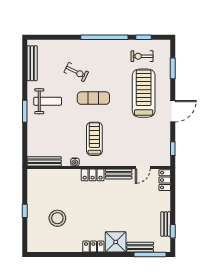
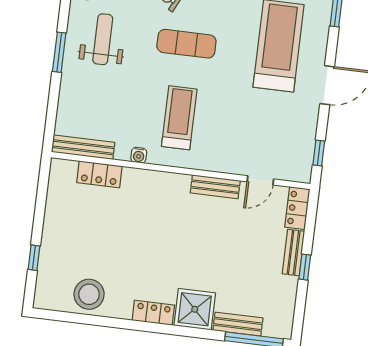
weight bench: (48, 101) -> (103, 39), turned -90
locker: (93, 175) -> (99, 174), moved
window: (25, 211) -> (34, 258), moved
stool: (57, 218) -> (89, 294), moved
bench: (166, 224) -> (294, 253), moved
window: (173, 231) -> (305, 267), moved

